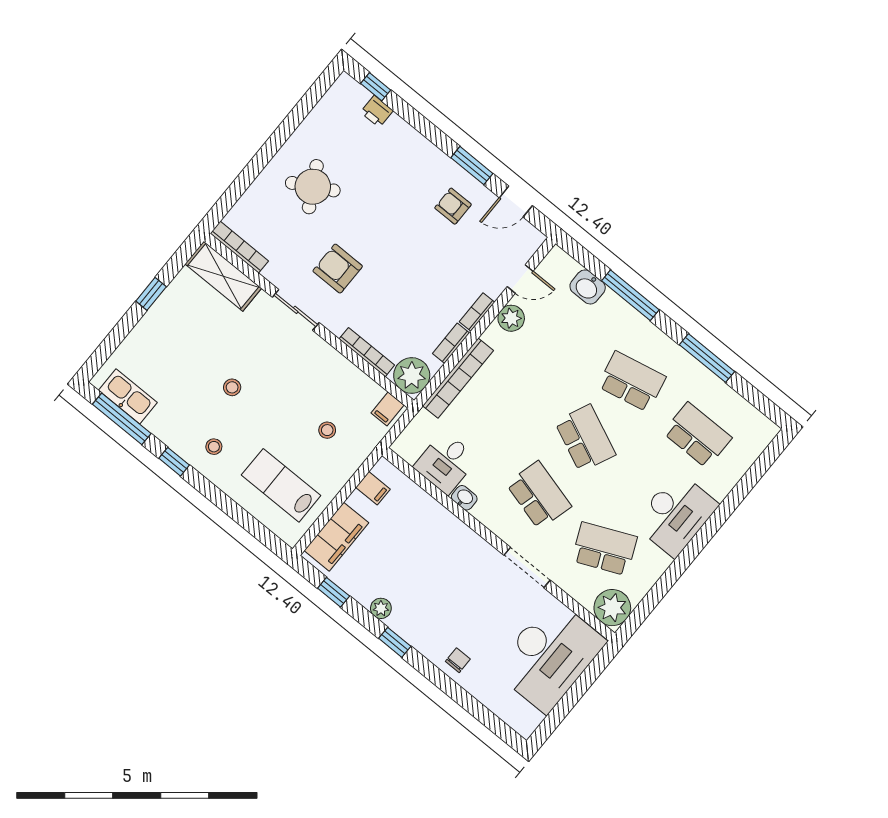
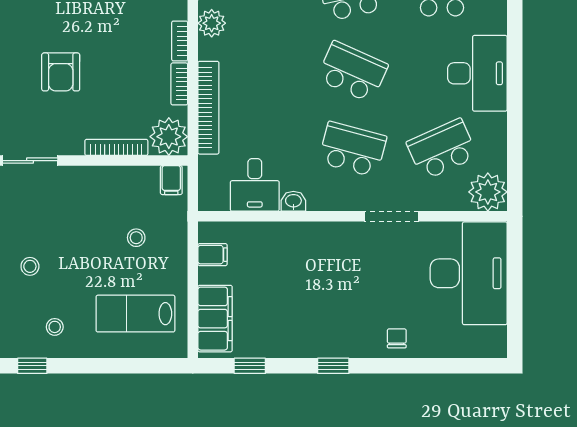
armchair: (338, 269) -> (61, 72), moved, turned -90
plant: (381, 608) -> (299, 347), removed

